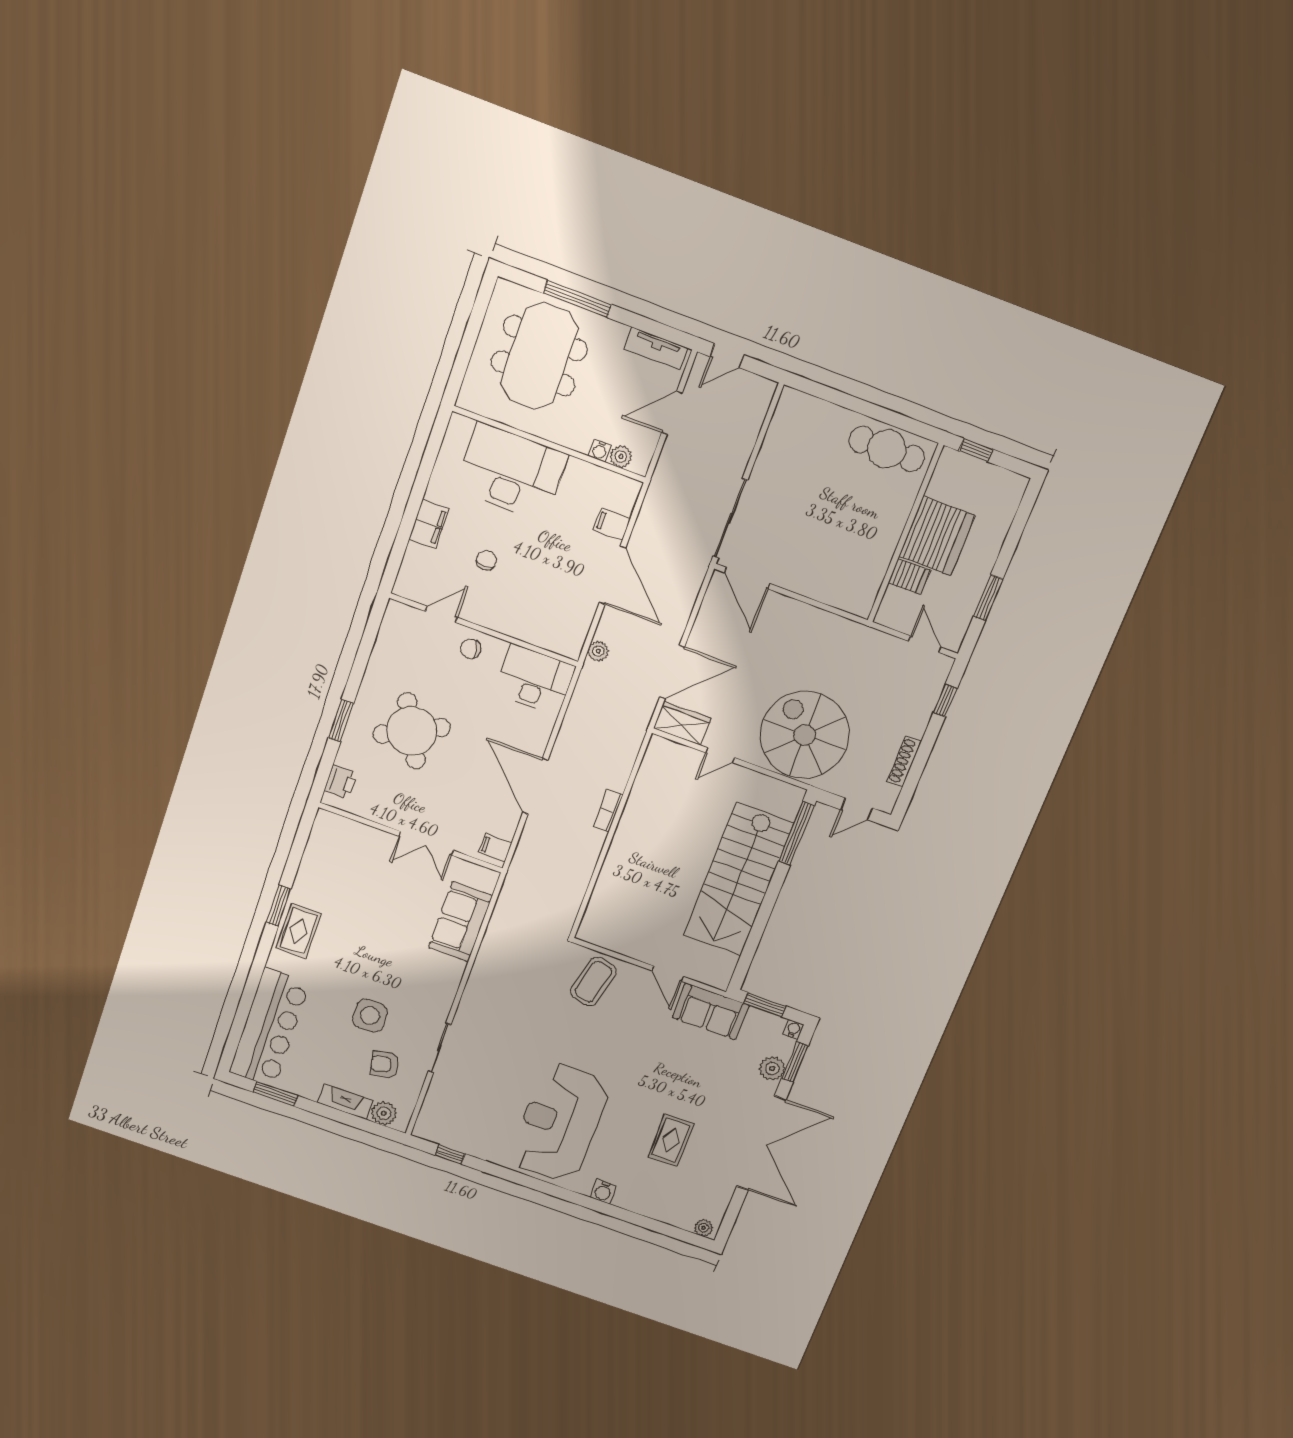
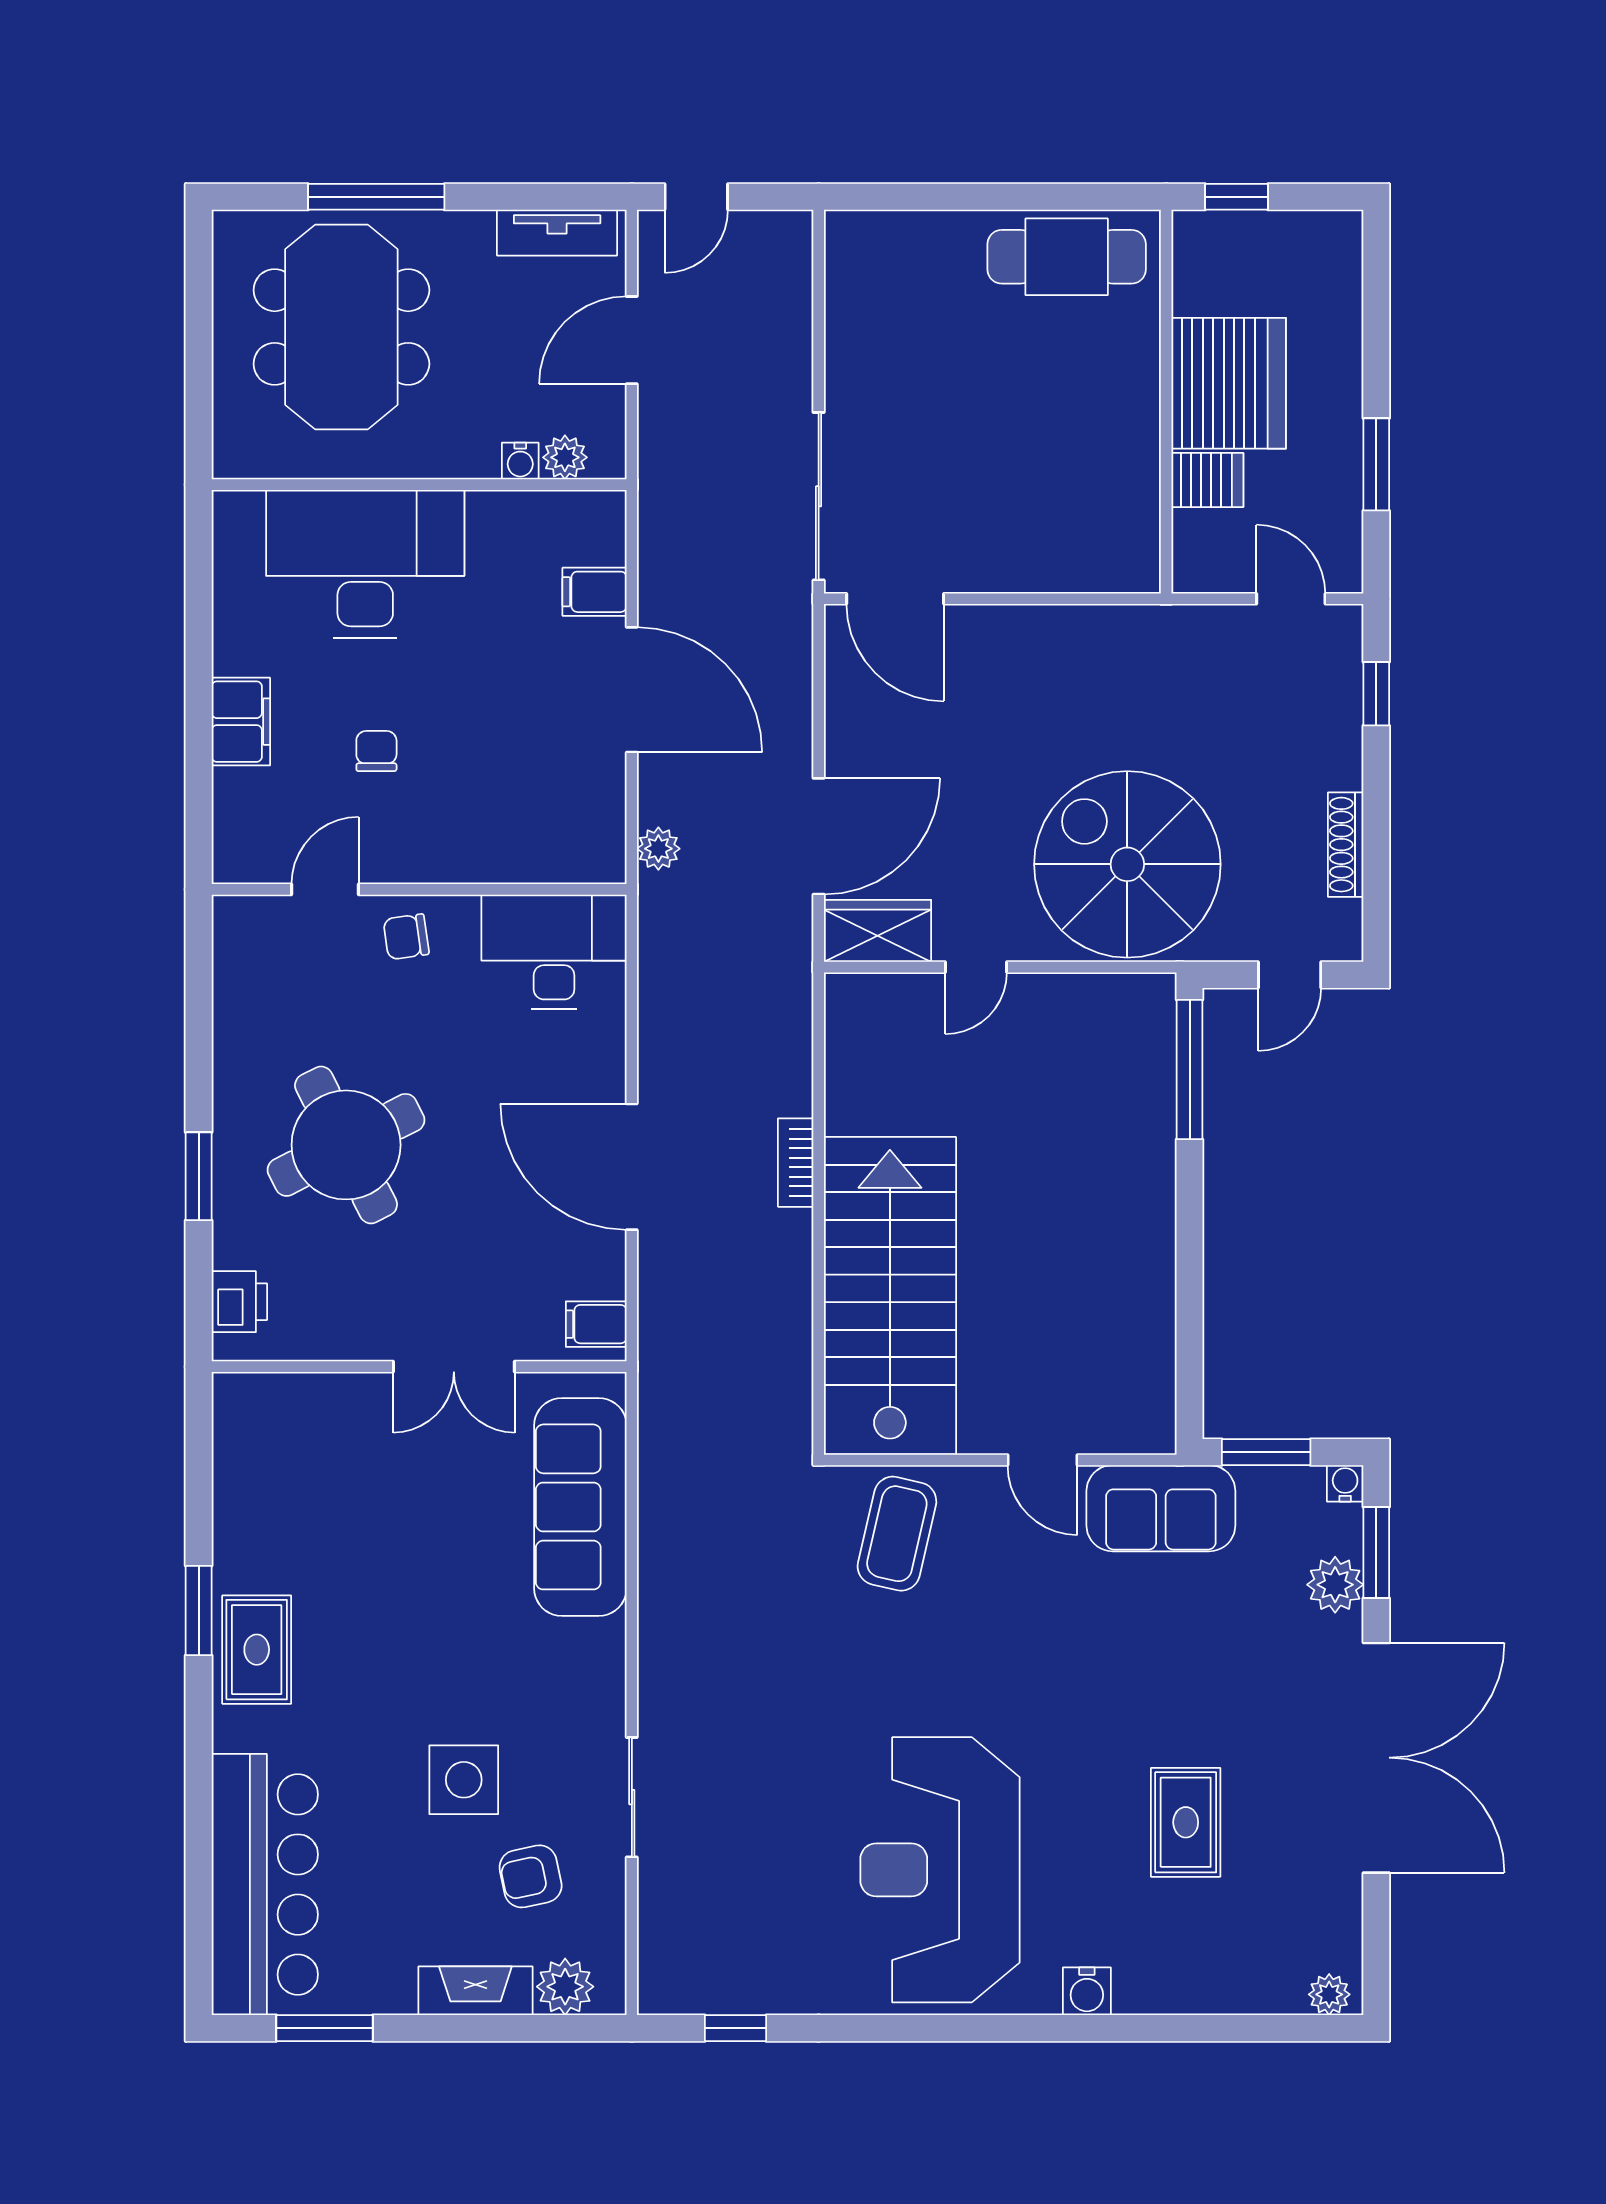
stairs: (738, 879) -> (890, 1296), moved, turned 180
sofa: (460, 922) -> (580, 1507), width x1.36

